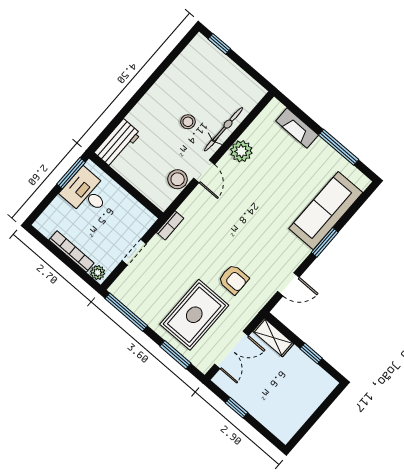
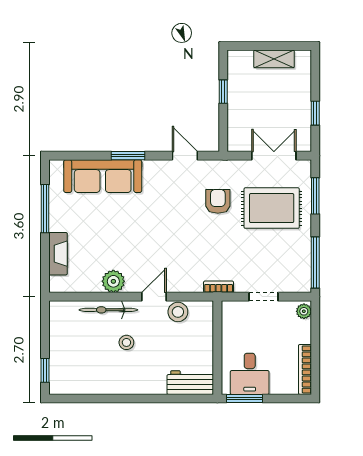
bookcase: (72, 251) -> (305, 369), moved
shelving: (273, 337) -> (274, 59), moved, turned 90

